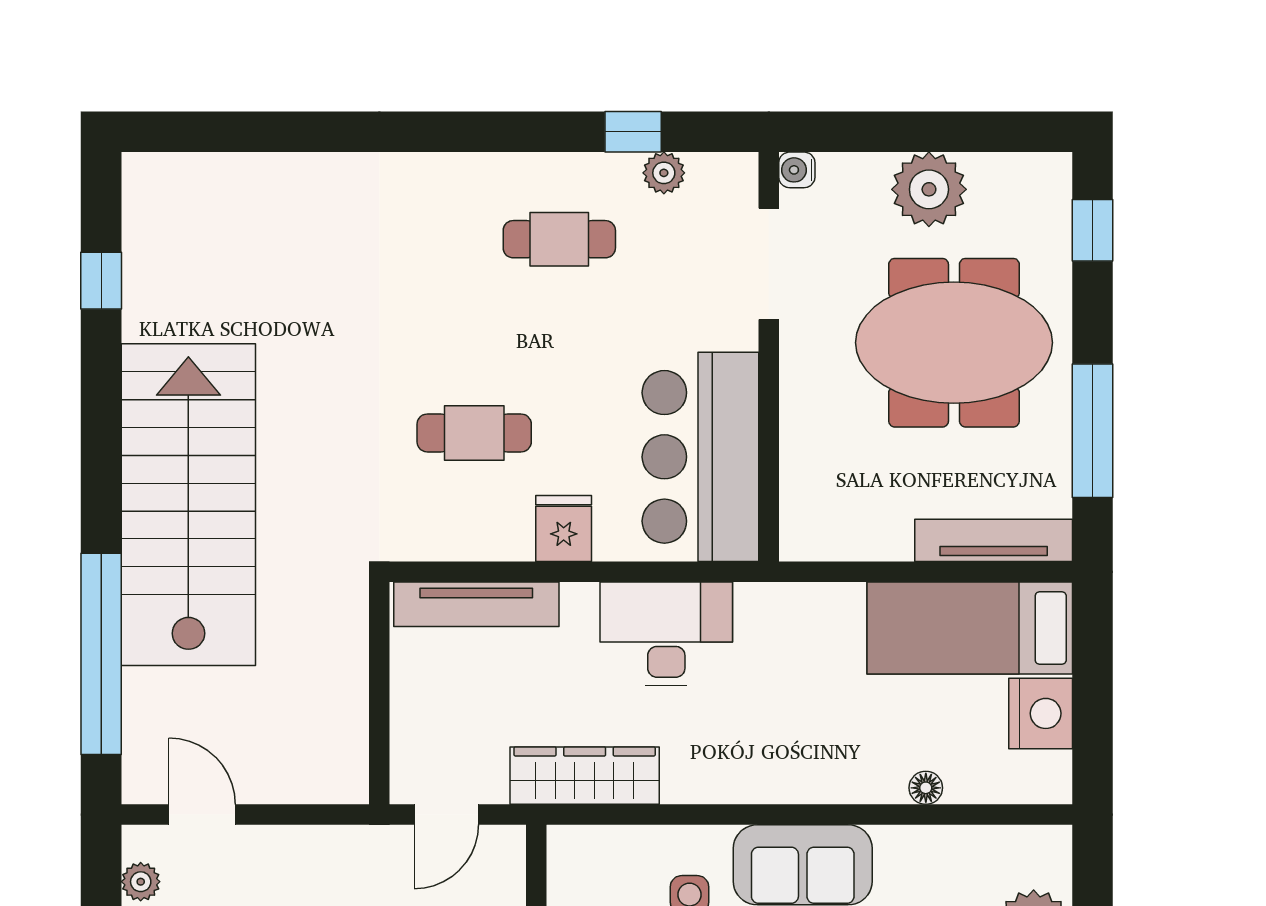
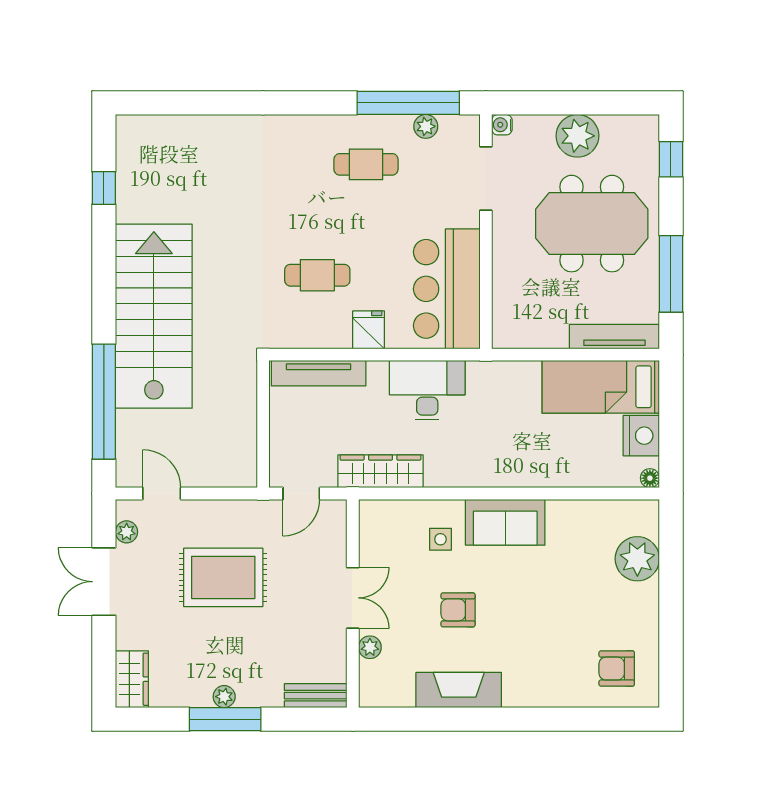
window: (633, 132) -> (408, 103), width x3.17
floor lamp: (926, 788) -> (650, 478), moved

